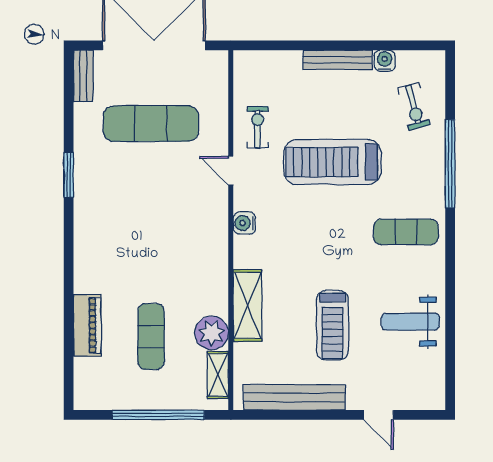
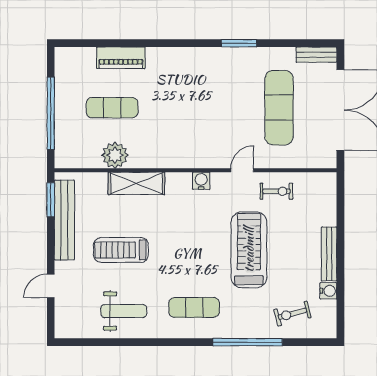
exercise mat: (406, 232) -> (194, 307), turned 90
weight bench: (410, 322) -> (124, 311), turned 90
shelving: (218, 375) -> (82, 160), removed
window: (269, 415) -> (51, 200), added

